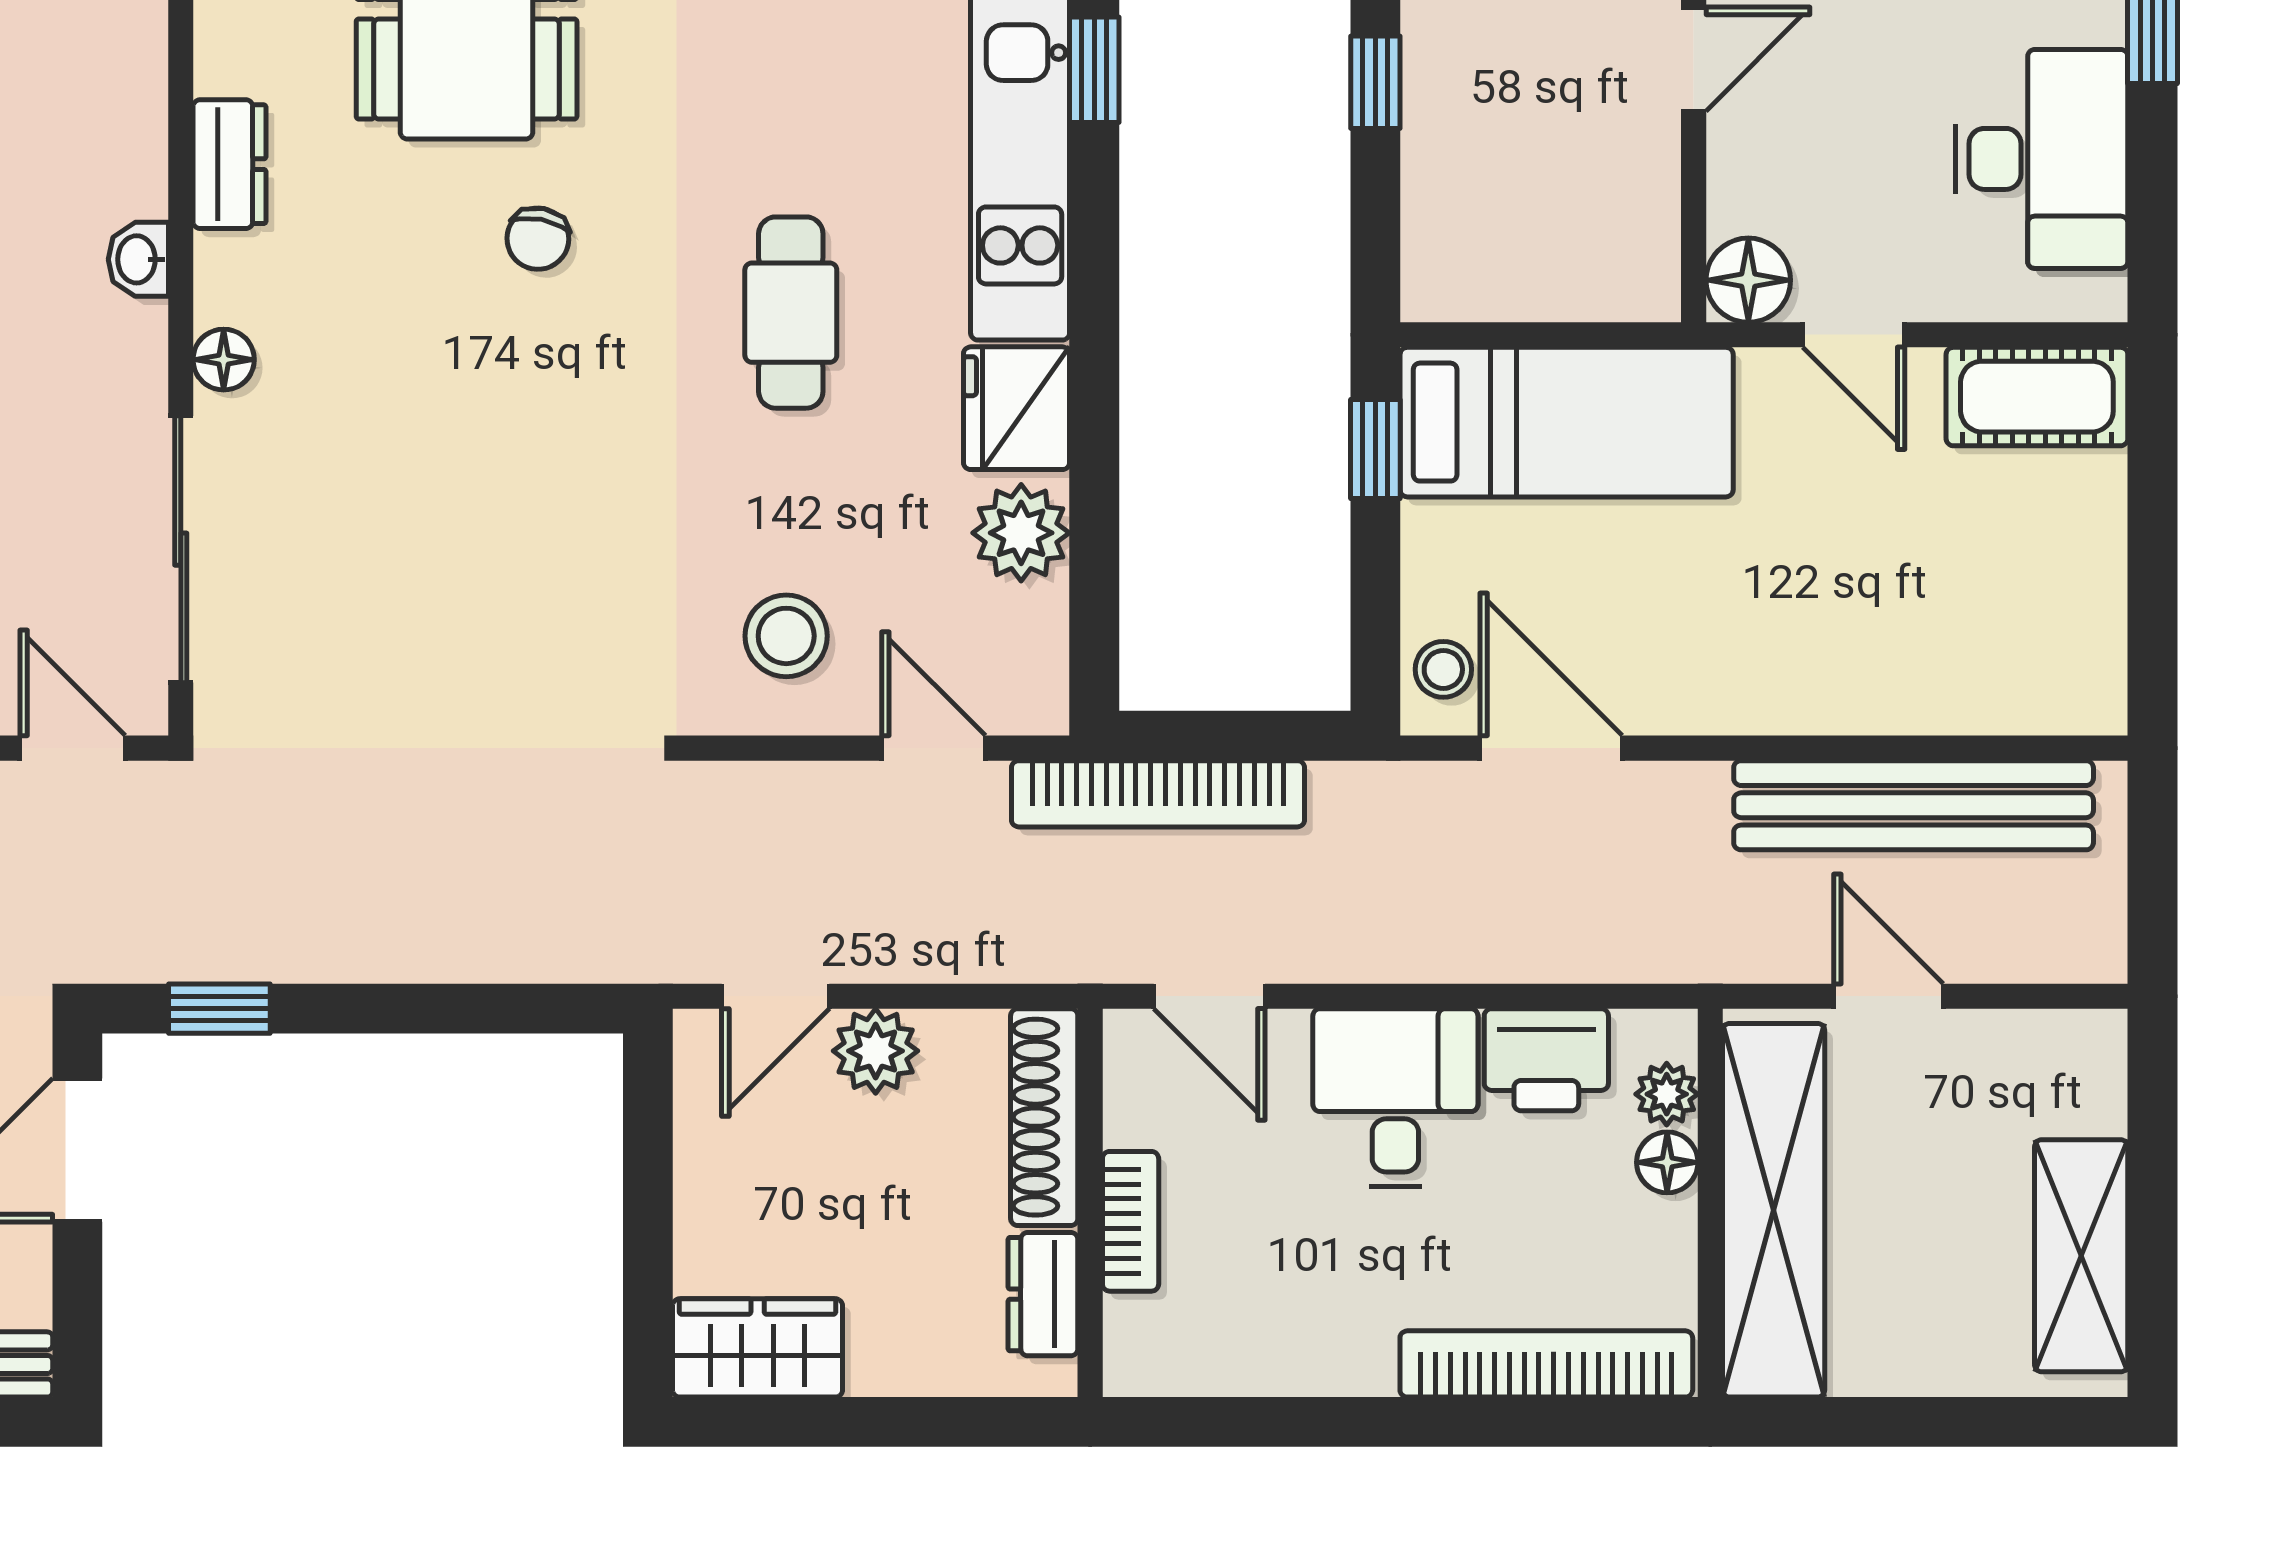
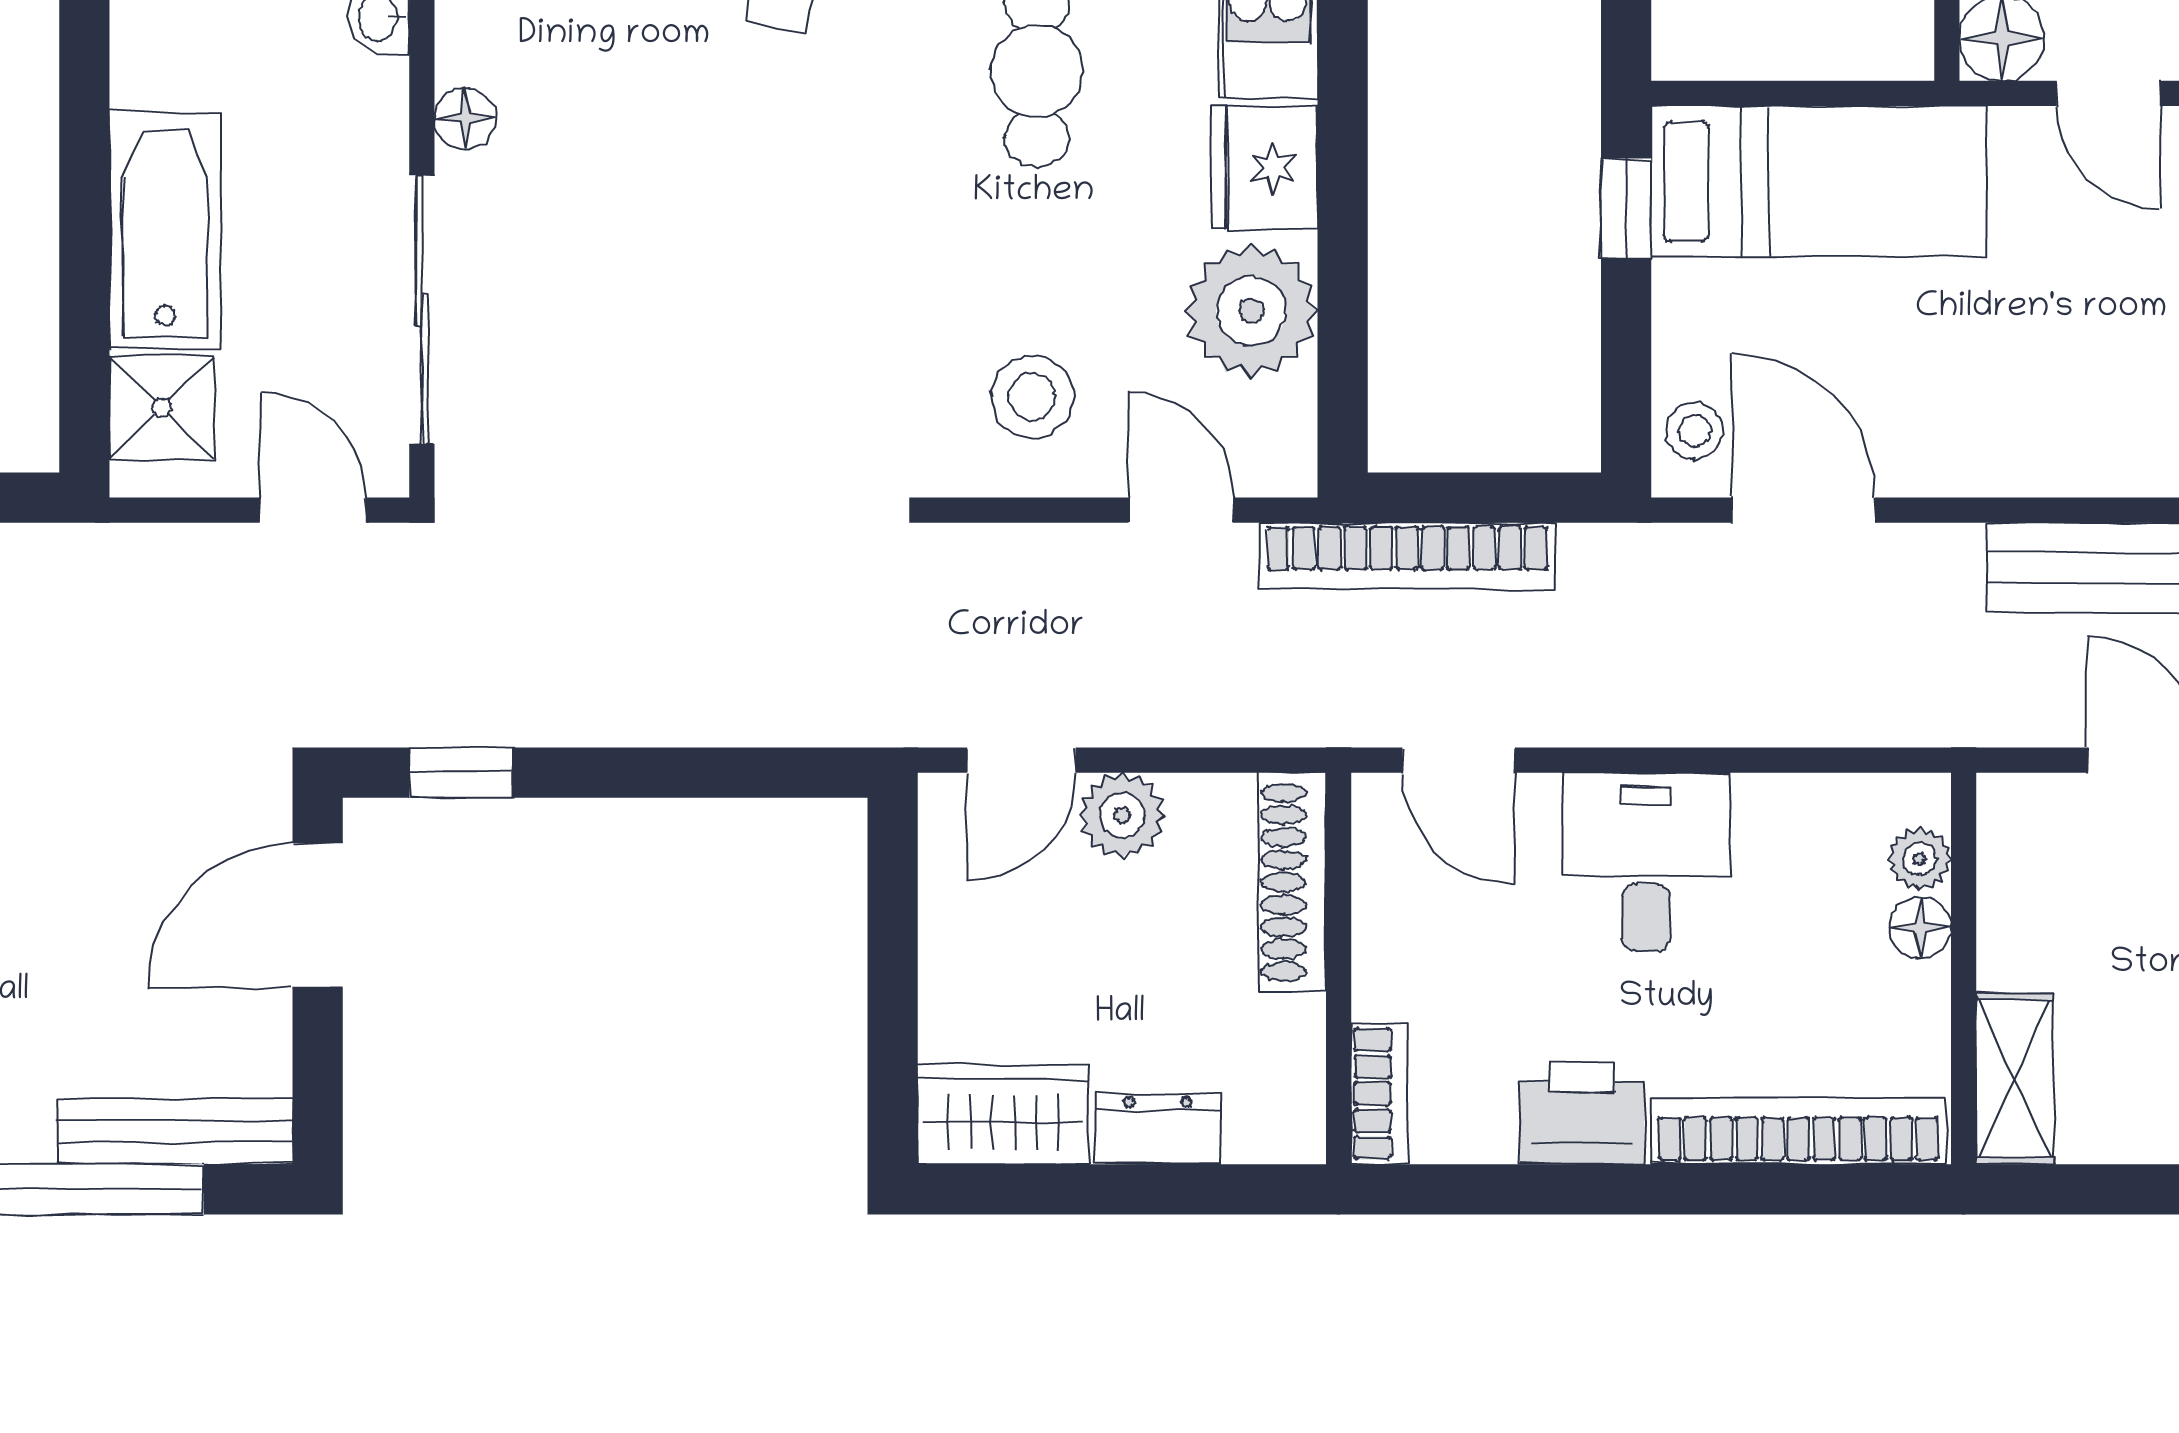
plant: (1021, 533) -> (1251, 311), width x1.36, depth x1.36
printer: (1546, 1060) -> (1582, 1113), moved, turned 180
shelving: (1774, 1210) -> (2015, 1079), width x0.45, depth x0.75
bookcase: (1131, 1221) -> (1379, 1094), moved
dresser: (1043, 1294) -> (1158, 1129), moved, turned 90

